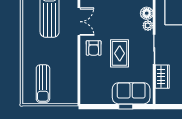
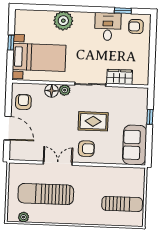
sofa: (131, 93) -> (135, 145), moved

